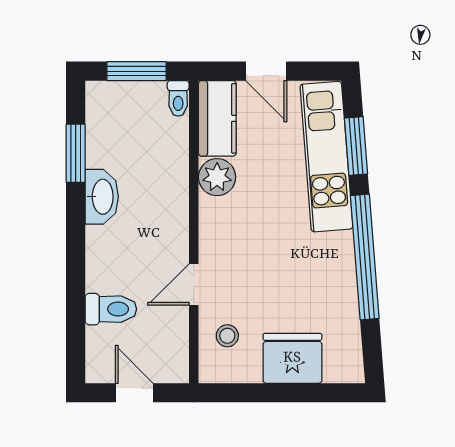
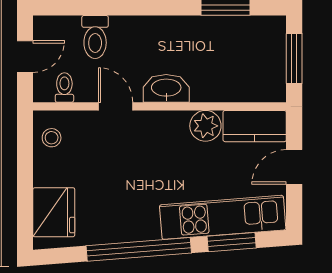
toilet: (178, 98) -> (64, 88), moved, turned 90
washbasin: (102, 197) -> (166, 88), moved, turned 180
stool: (227, 336) -> (52, 138), moved
fridge: (292, 358) -> (54, 212), moved

